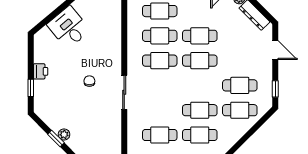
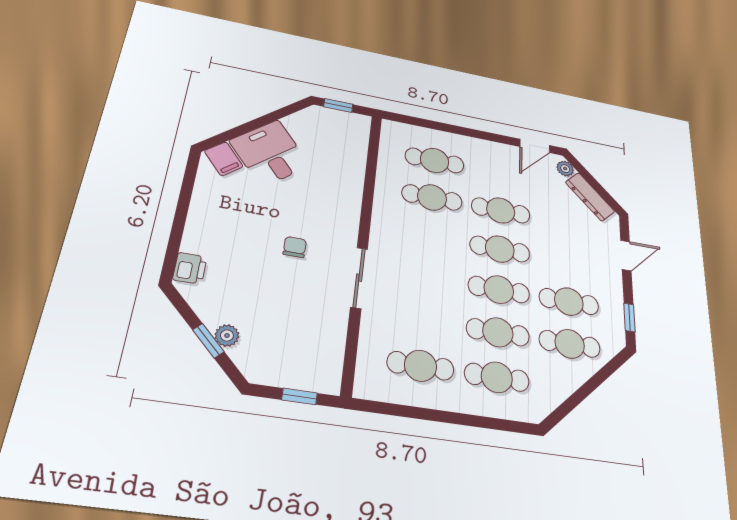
filing cabinet: (46, 36) -> (224, 159), added
door: (275, 50) -> (626, 255), hinge flipped
cafe table: (160, 61) -> (499, 290), moved
printer: (41, 71) -> (190, 268), moved
window: (31, 88) -> (175, 239), removed

